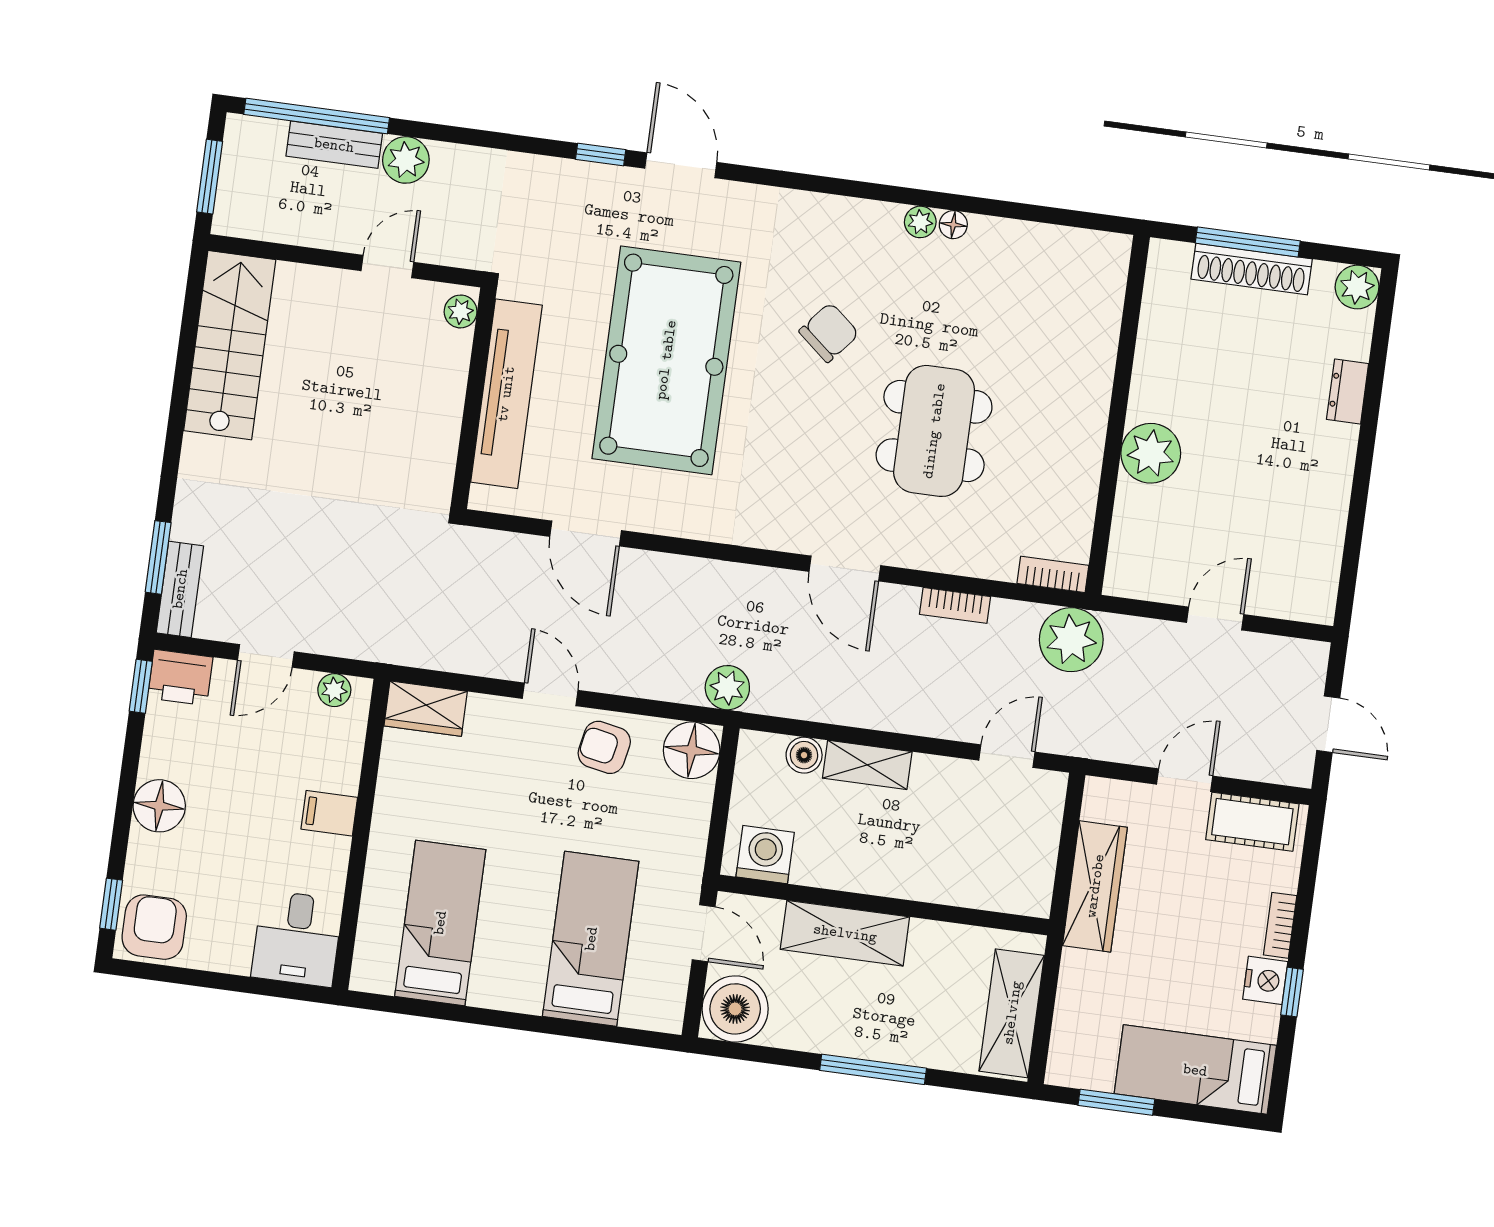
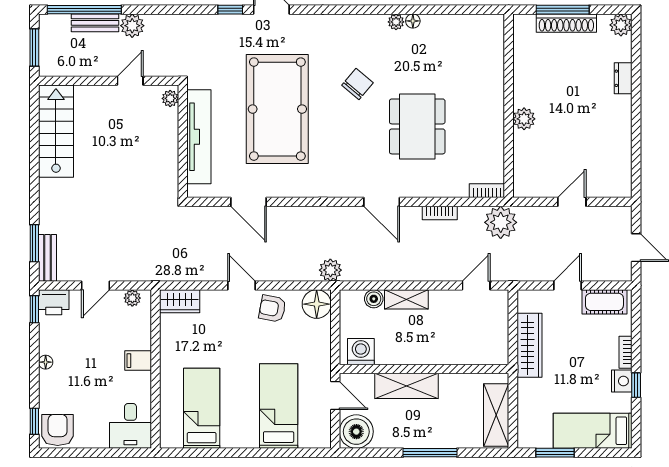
plant: (1151, 453) -> (524, 119), width x0.73, depth x0.73
floor lamp: (159, 806) -> (46, 362), width x0.53, depth x0.53

